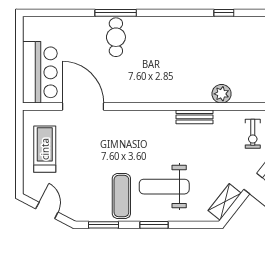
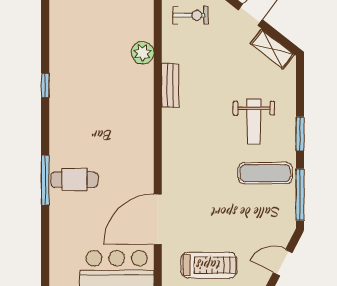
window: (224, 13) -> (45, 85), moved
treadmill: (45, 149) -> (209, 265), turned 180
weight bench: (164, 187) -> (254, 122), width x0.73, depth x0.75
window: (103, 225) -> (300, 195), width x1.44

